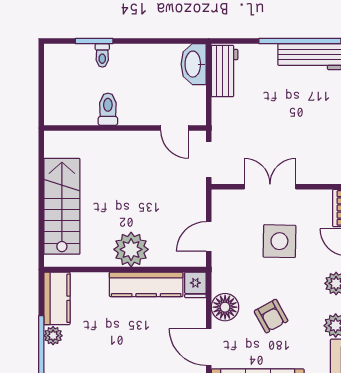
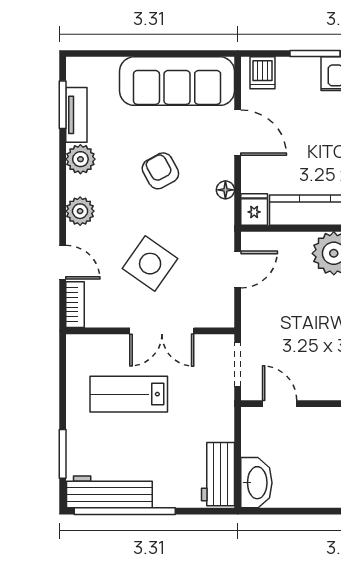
lab bench: (297, 136) -> (129, 394), added
side table: (279, 241) -> (150, 264), turned 34
floor lamp: (225, 307) -> (225, 190), width x0.53, depth x0.53

